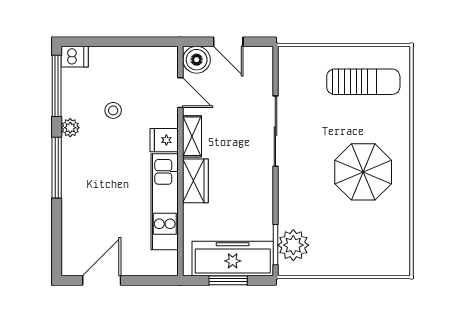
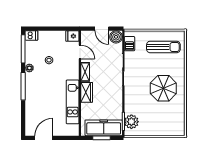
boiler: (197, 60) -> (116, 37), moved
barbecue: (289, 74) -> (129, 44), added
fridge: (164, 140) -> (72, 36), moved

